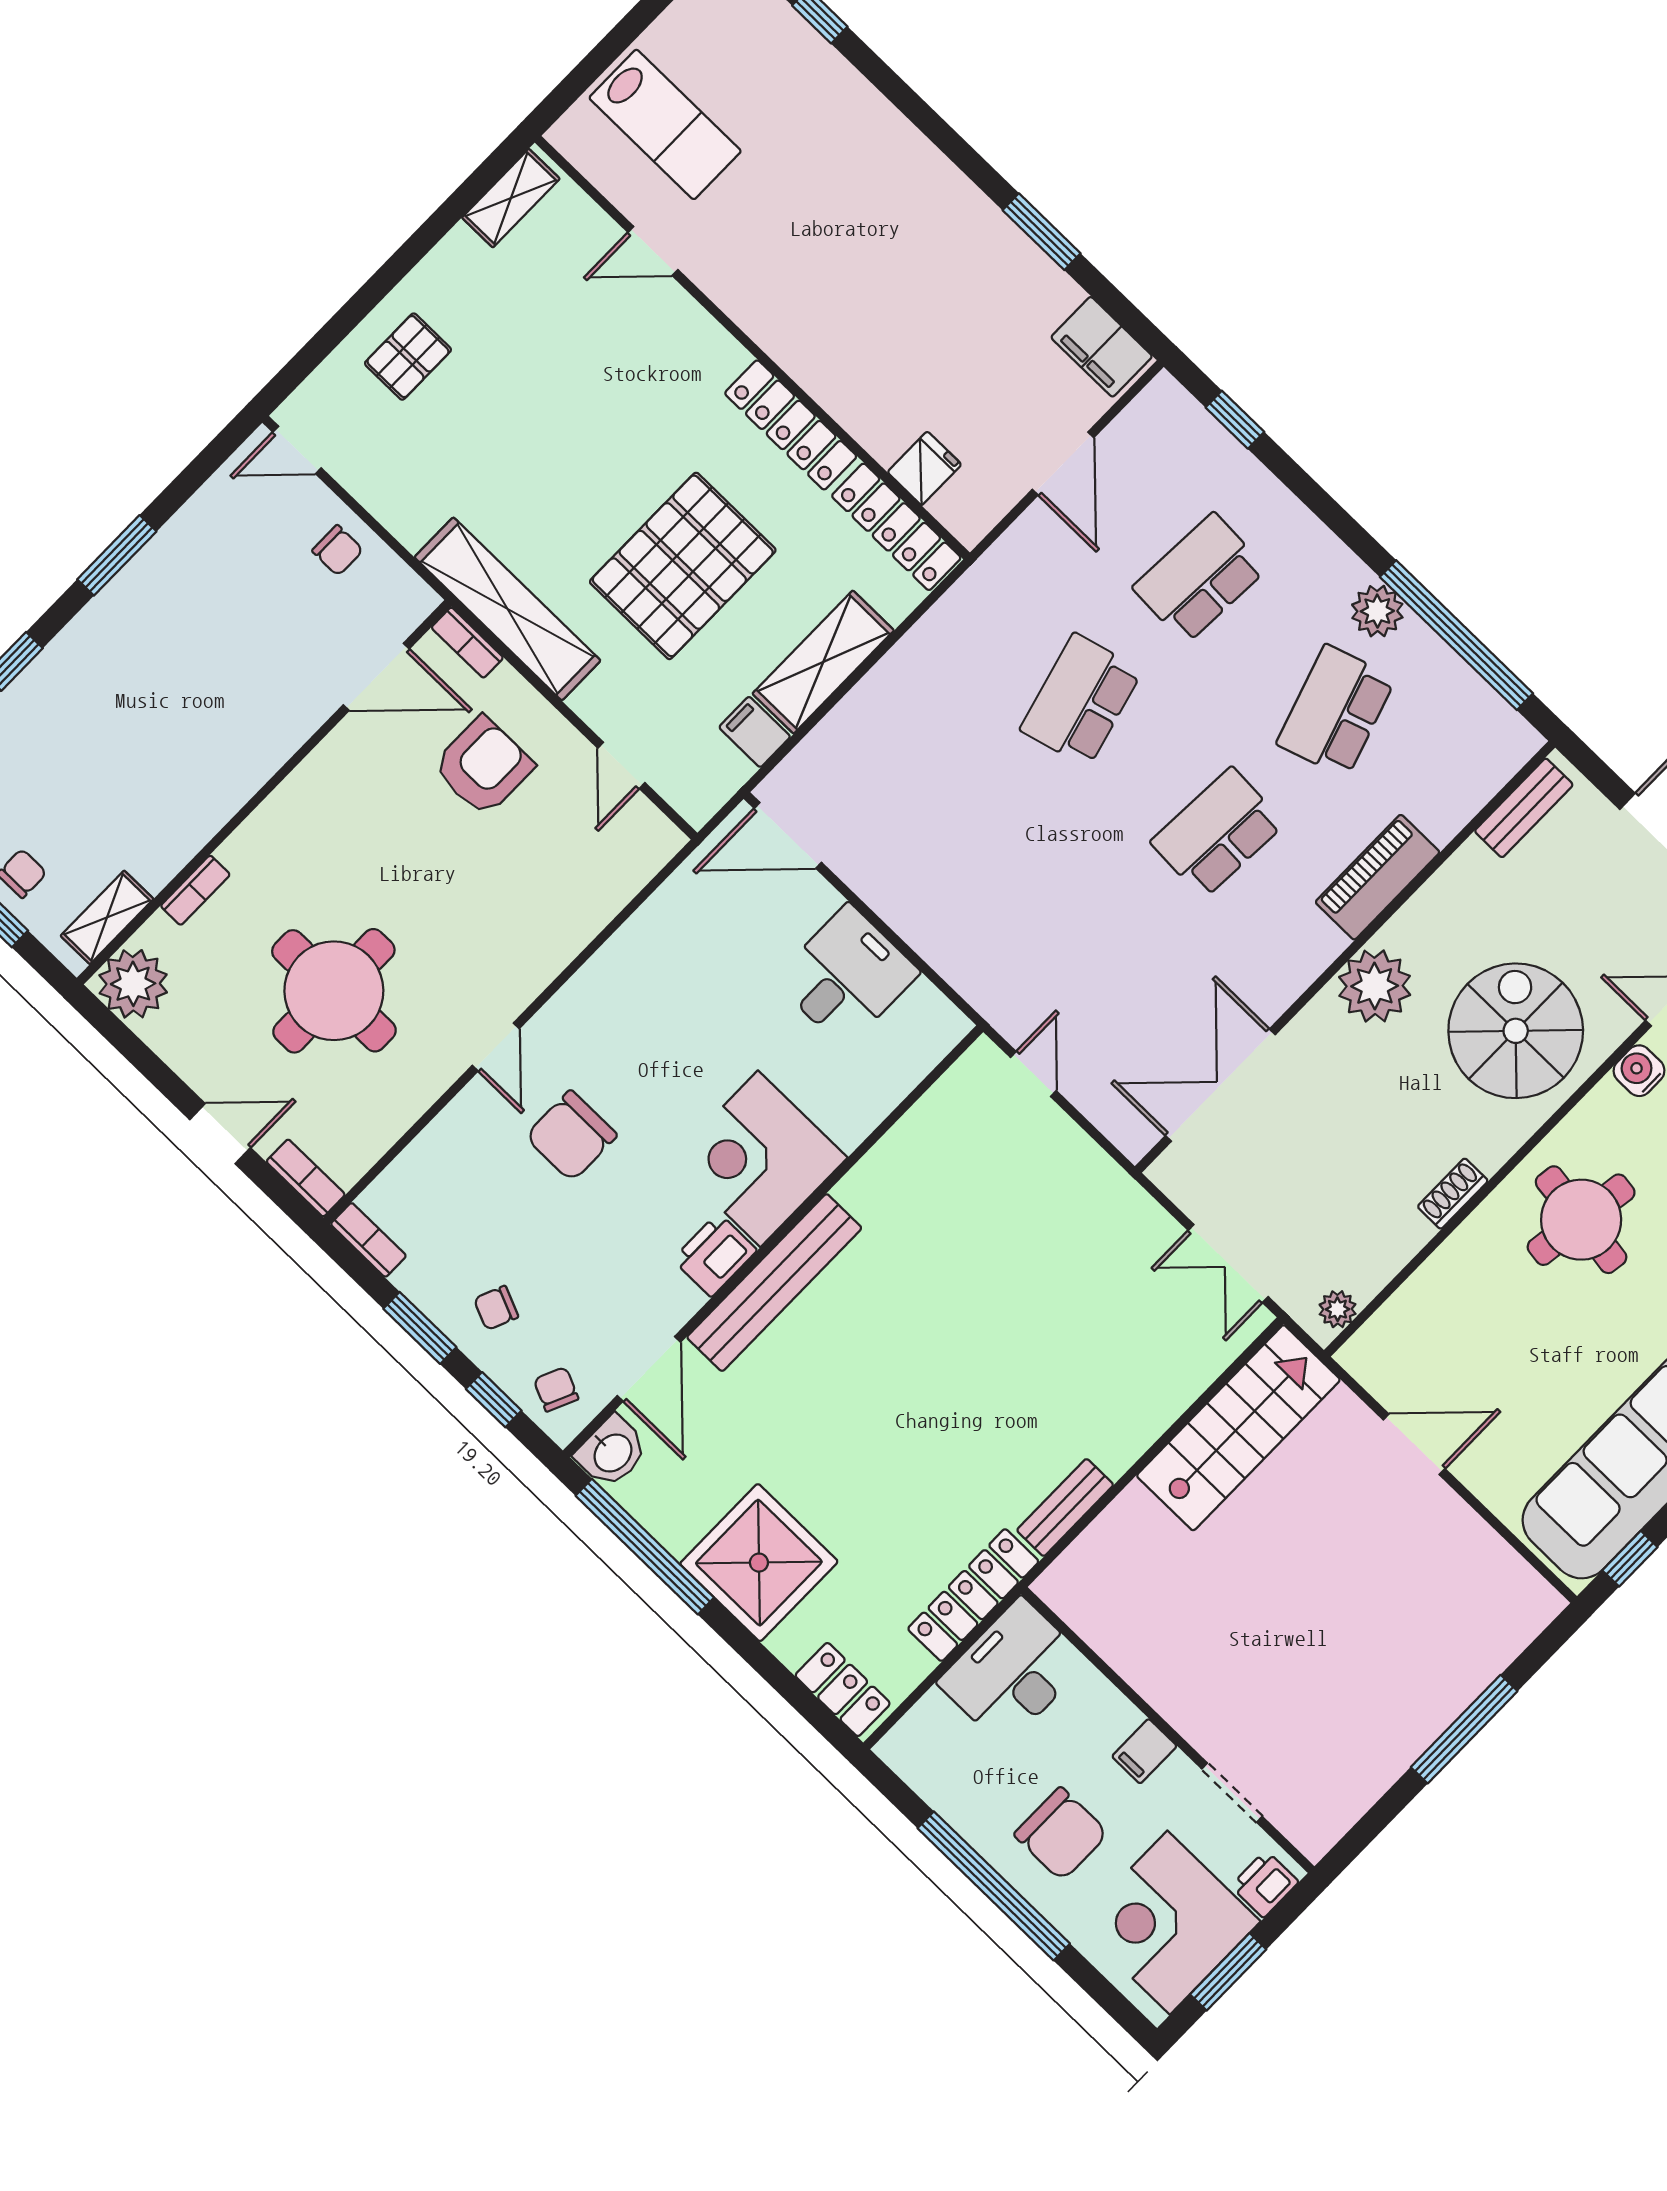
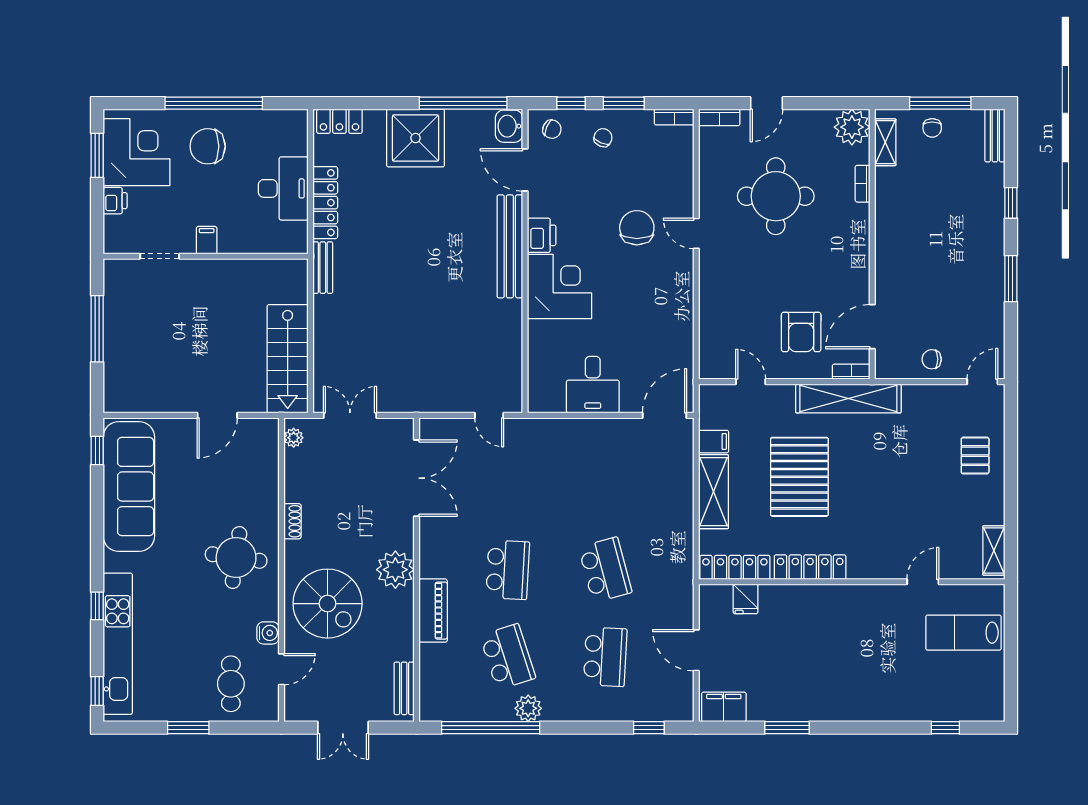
wall: (1168, 1730) -> (206, 256), moved
filing cabinet: (1144, 1751) -> (207, 240), moved
doorway: (1232, 1793) -> (160, 256), moved

